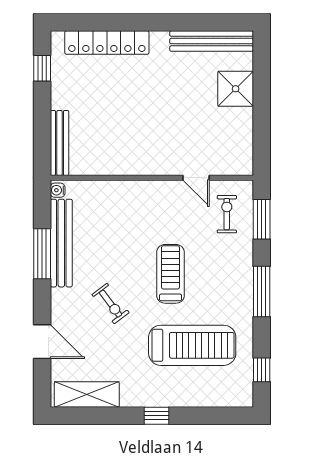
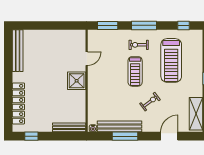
shower: (236, 89) -> (77, 81), moved
exercise bike: (227, 214) -> (139, 45), moved
treadmill: (170, 274) -> (135, 71), turned -90
treadmill: (192, 345) -> (171, 60), turned 180

